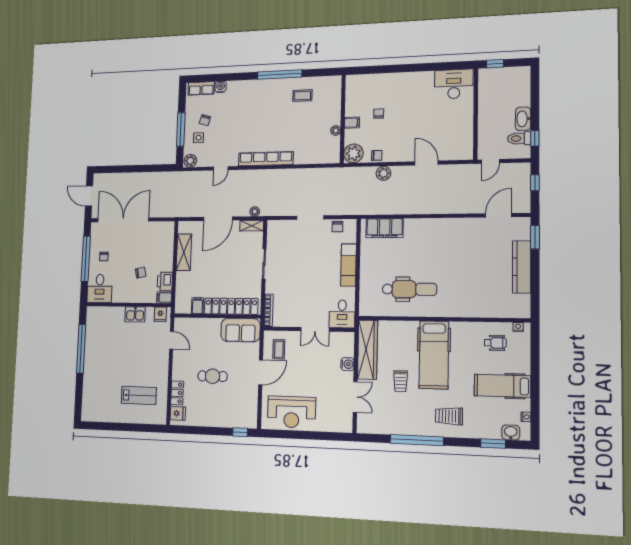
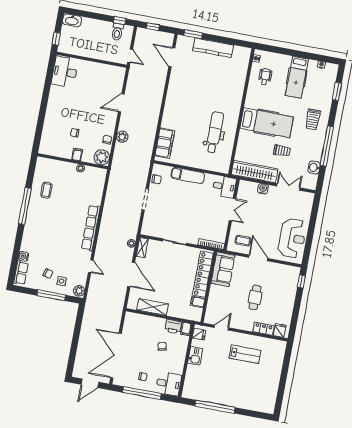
washbasin: (523, 119) -> (72, 20), moved
lab bench: (139, 395) -> (245, 354), moved, turned 90
washbasin: (511, 432) -> (314, 167), moved

